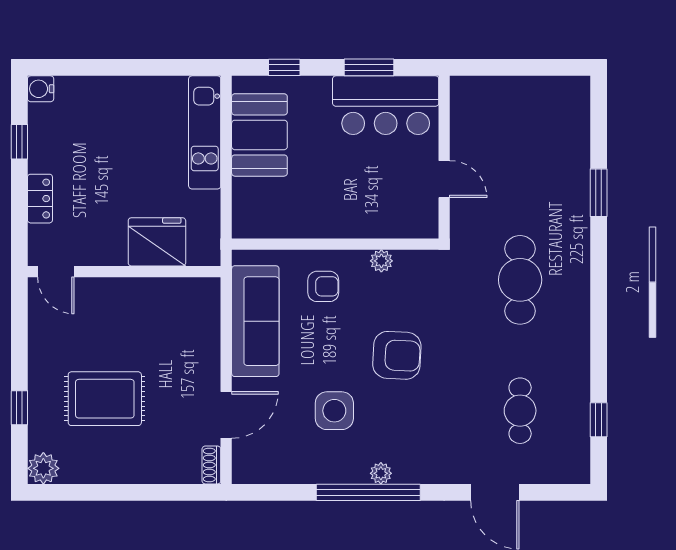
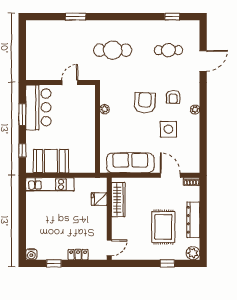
fridge: (157, 242) -> (99, 199), width x0.53, depth x0.75
armchair: (323, 286) -> (173, 97), moved, turned 180
wardrobe: (169, 293) -> (118, 200), added
dresser: (122, 469) -> (193, 220), added
window: (368, 492) -> (203, 115), removed

